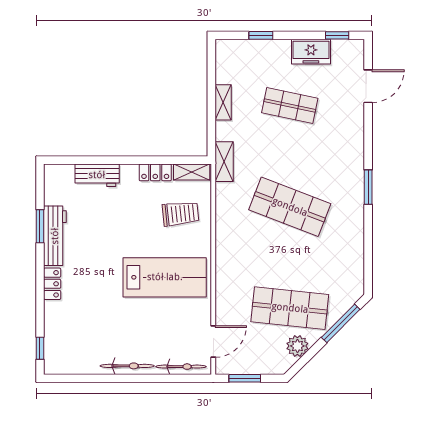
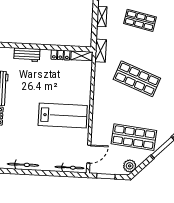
trolley: (180, 214) -> (74, 79), removed
plant: (297, 346) -> (130, 166), moved
bicycle: (127, 366) -> (23, 165), moved

